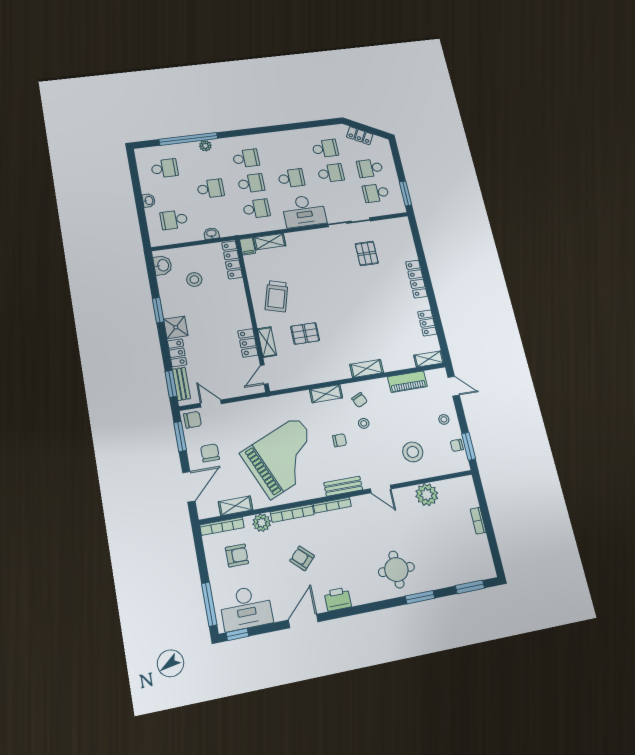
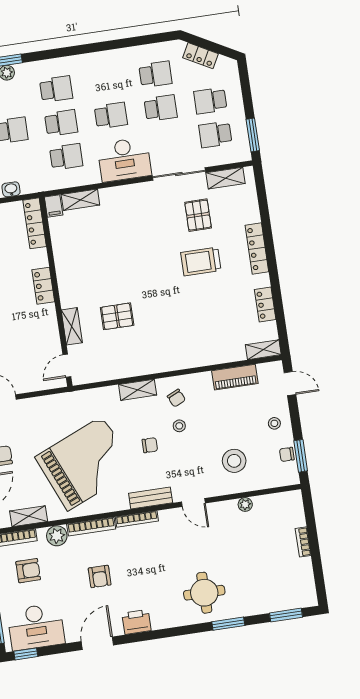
trolley: (277, 296) -> (201, 261), moved, turned 74
locker: (248, 343) -> (43, 286), moved
shelving: (367, 369) -> (226, 178), moved
plant: (427, 495) -> (245, 504), width x0.53, depth x0.53
armchair: (302, 558) -> (100, 576), turned -134

